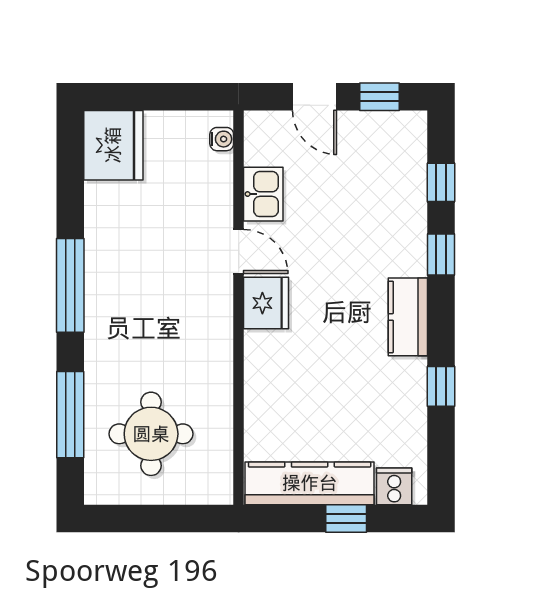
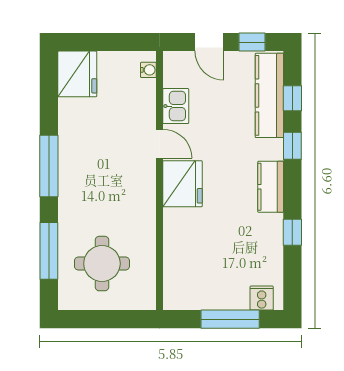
fridge: (266, 303) -> (182, 184), width x1.36, depth x1.34
kitchen counter: (310, 483) -> (269, 95), moved, turned -90
window: (346, 519) -> (230, 319), width x2.17

